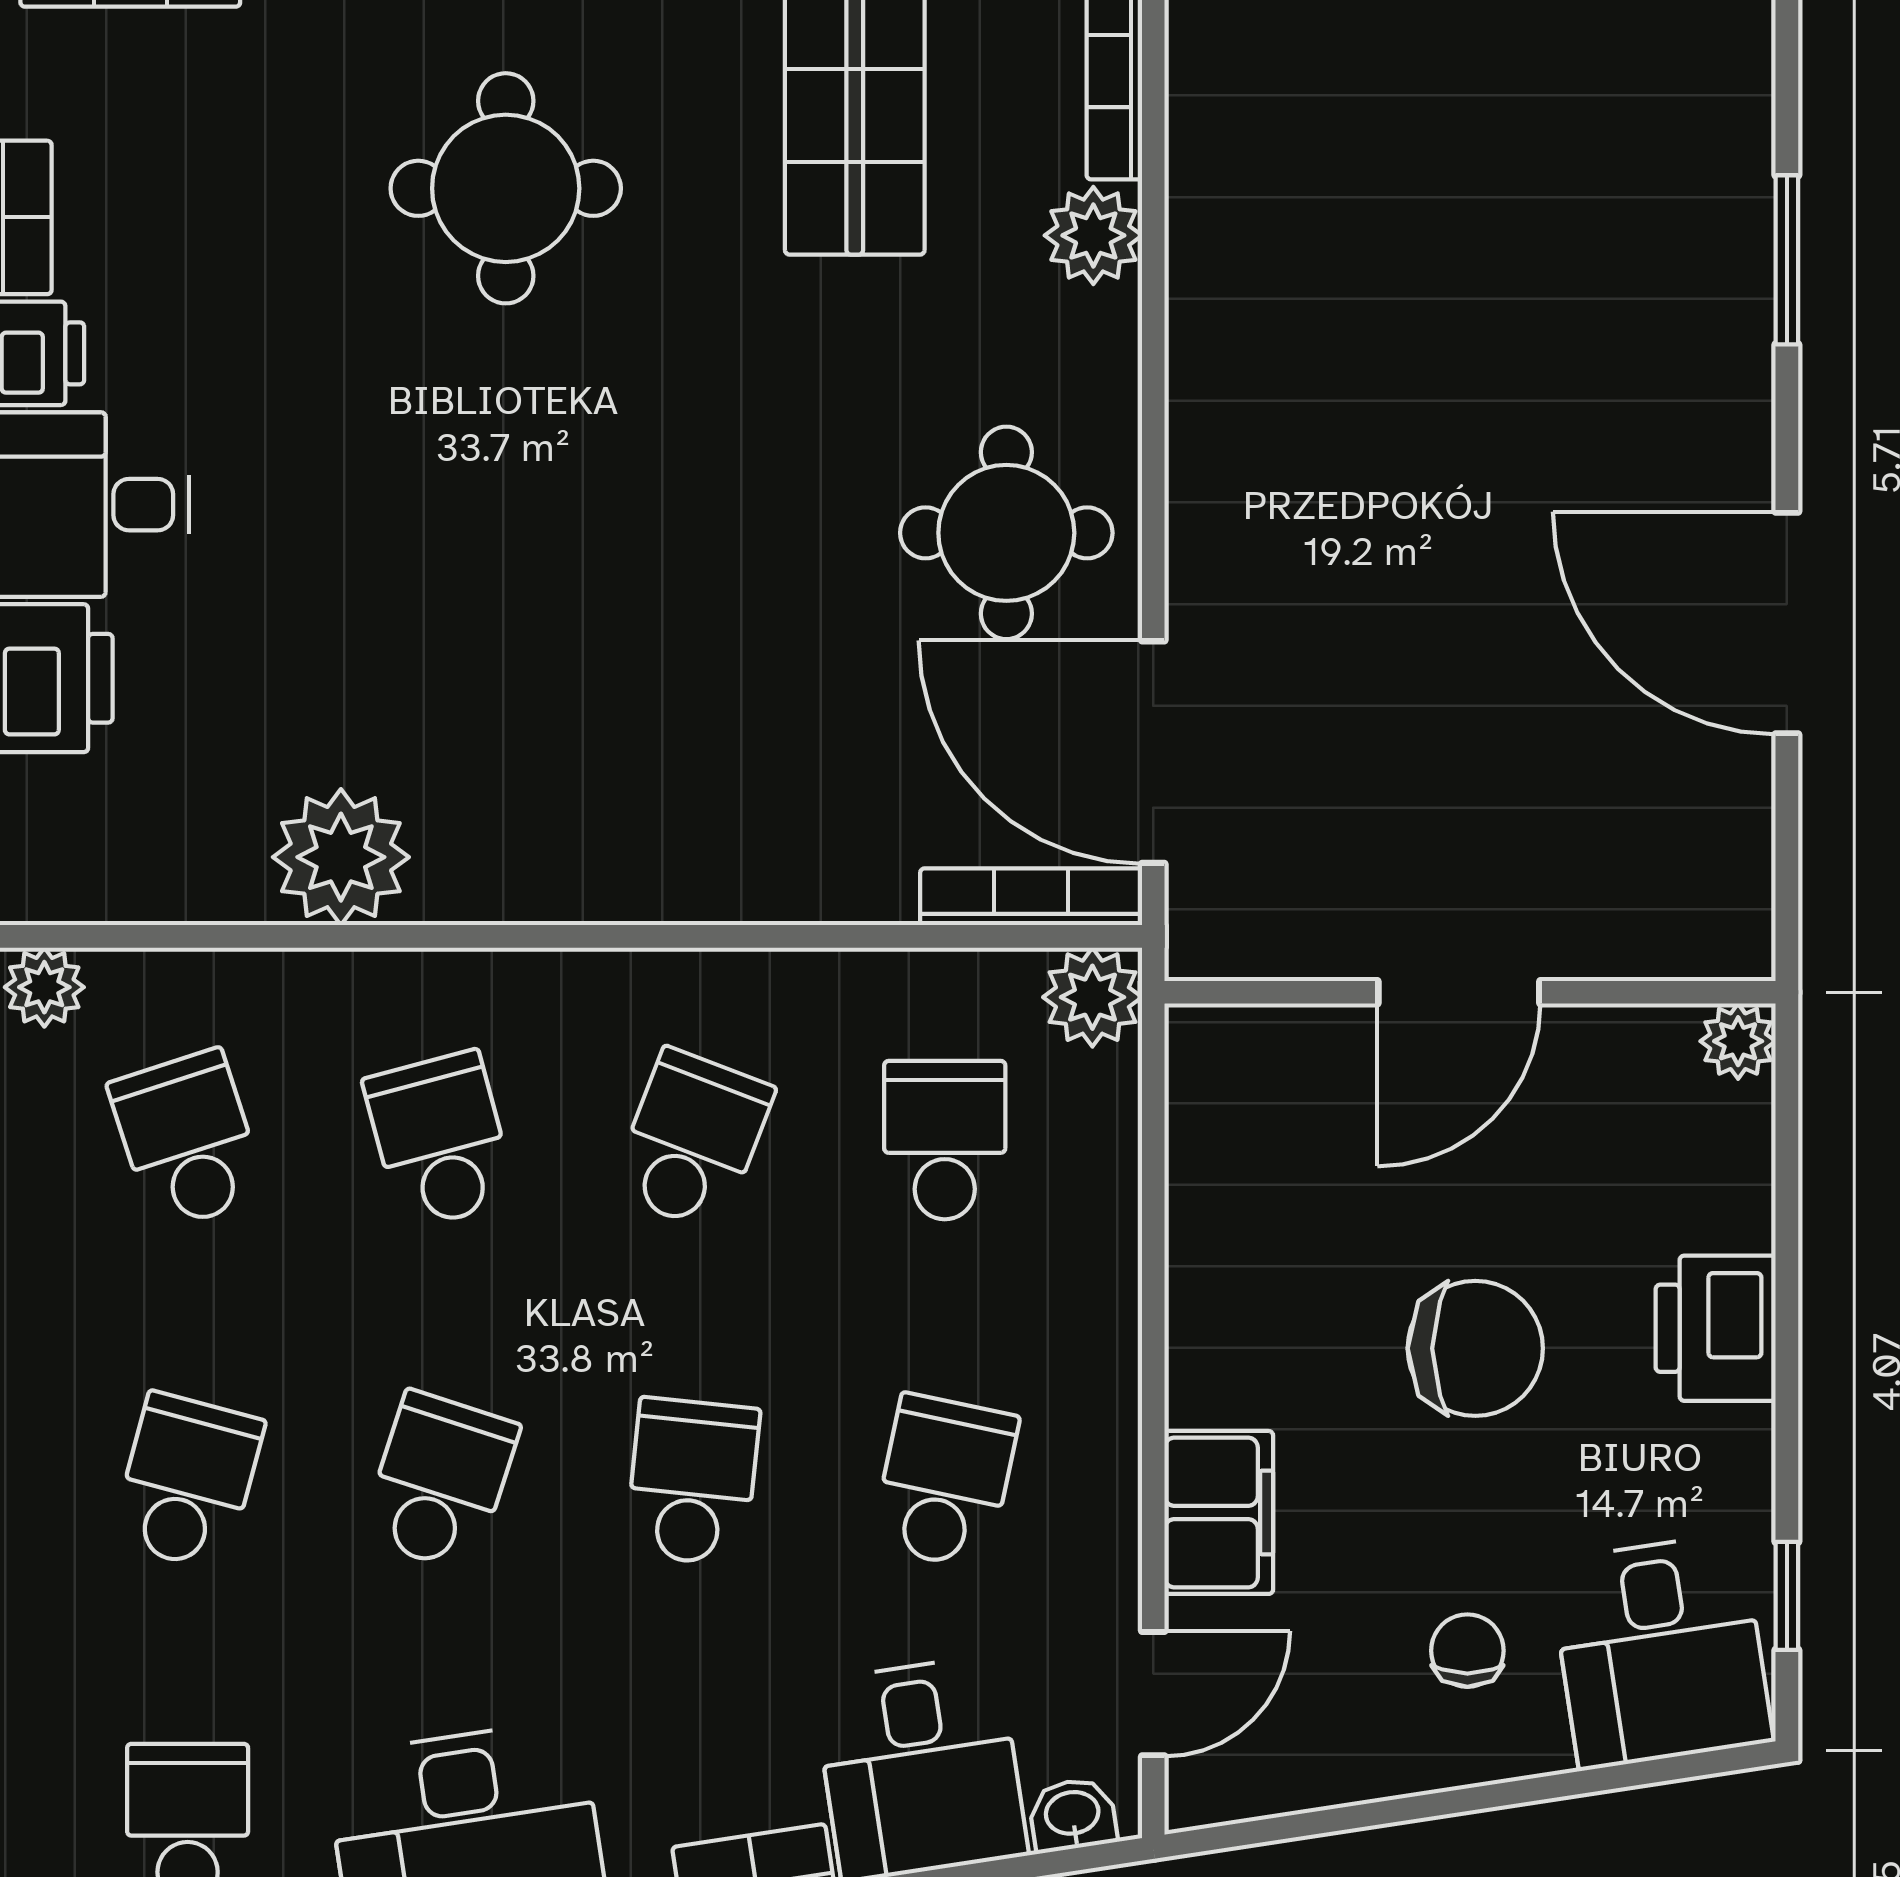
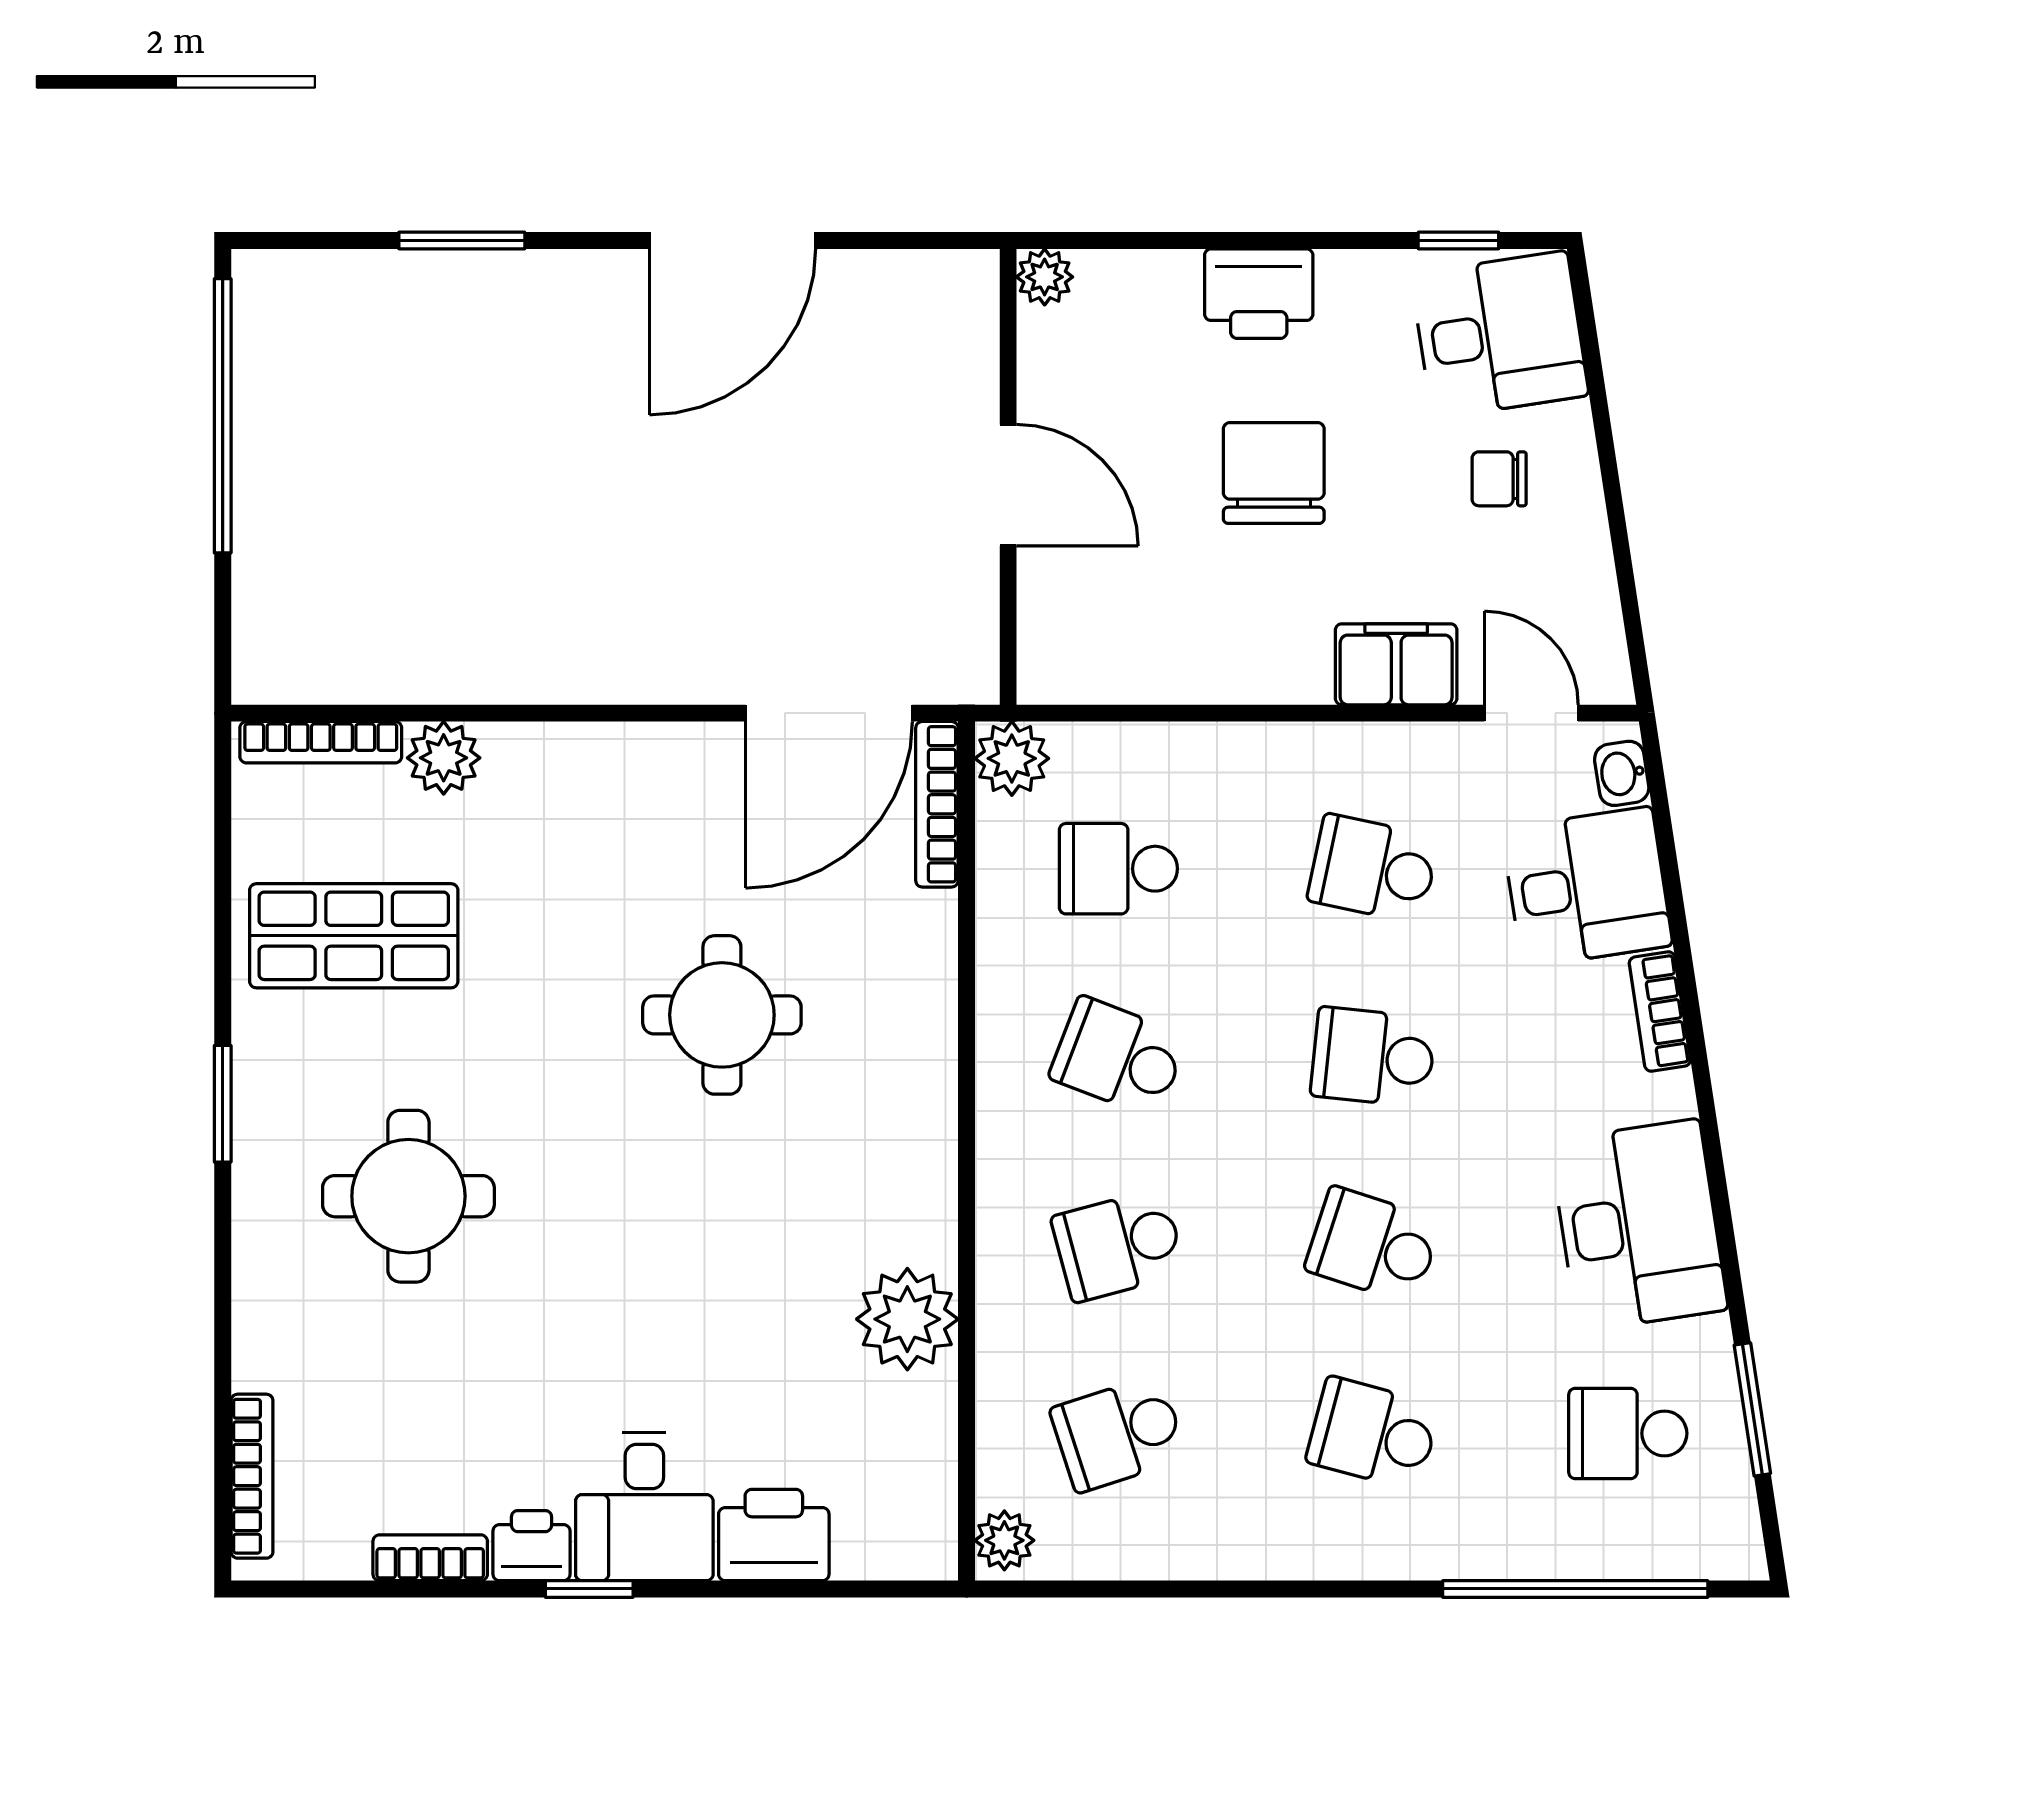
round table: (1006, 533) -> (722, 1015), moved

